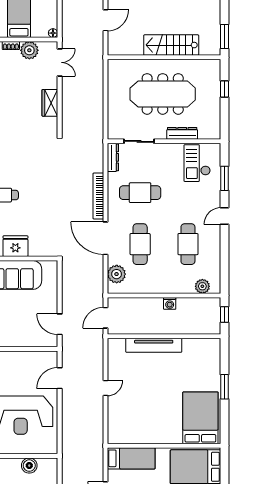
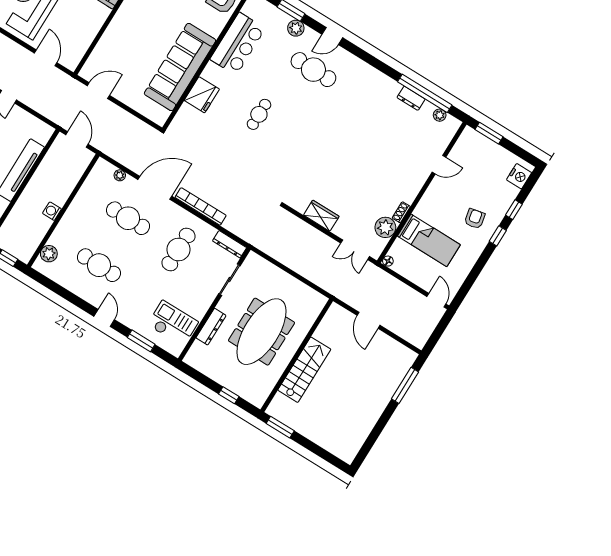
plant: (117, 274) -> (120, 175), width x0.53, depth x0.53

